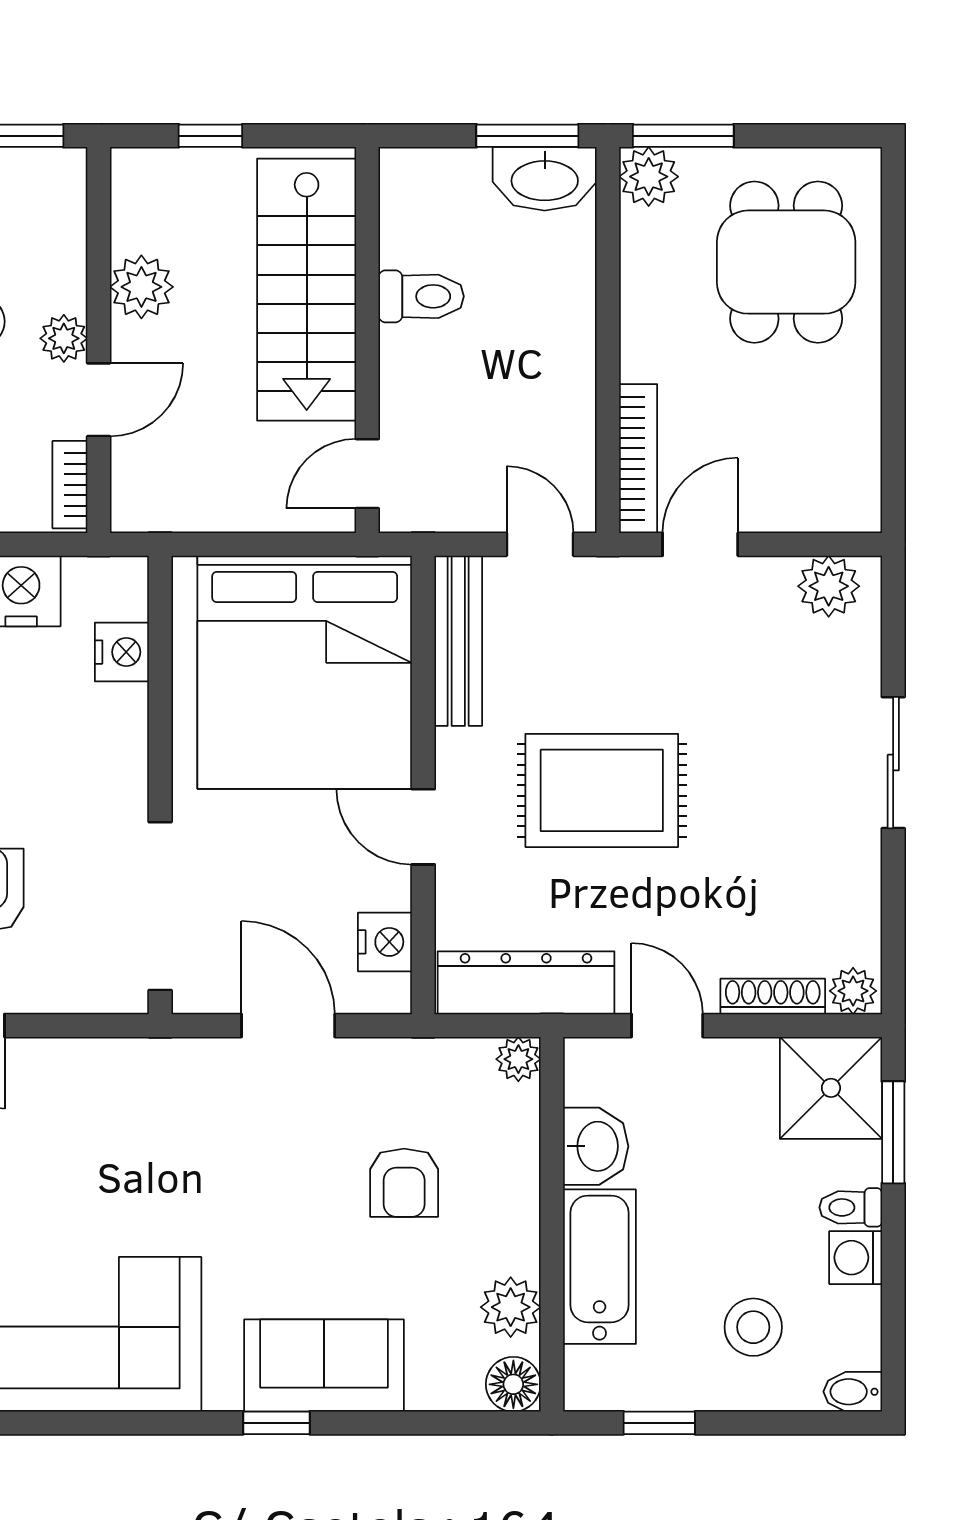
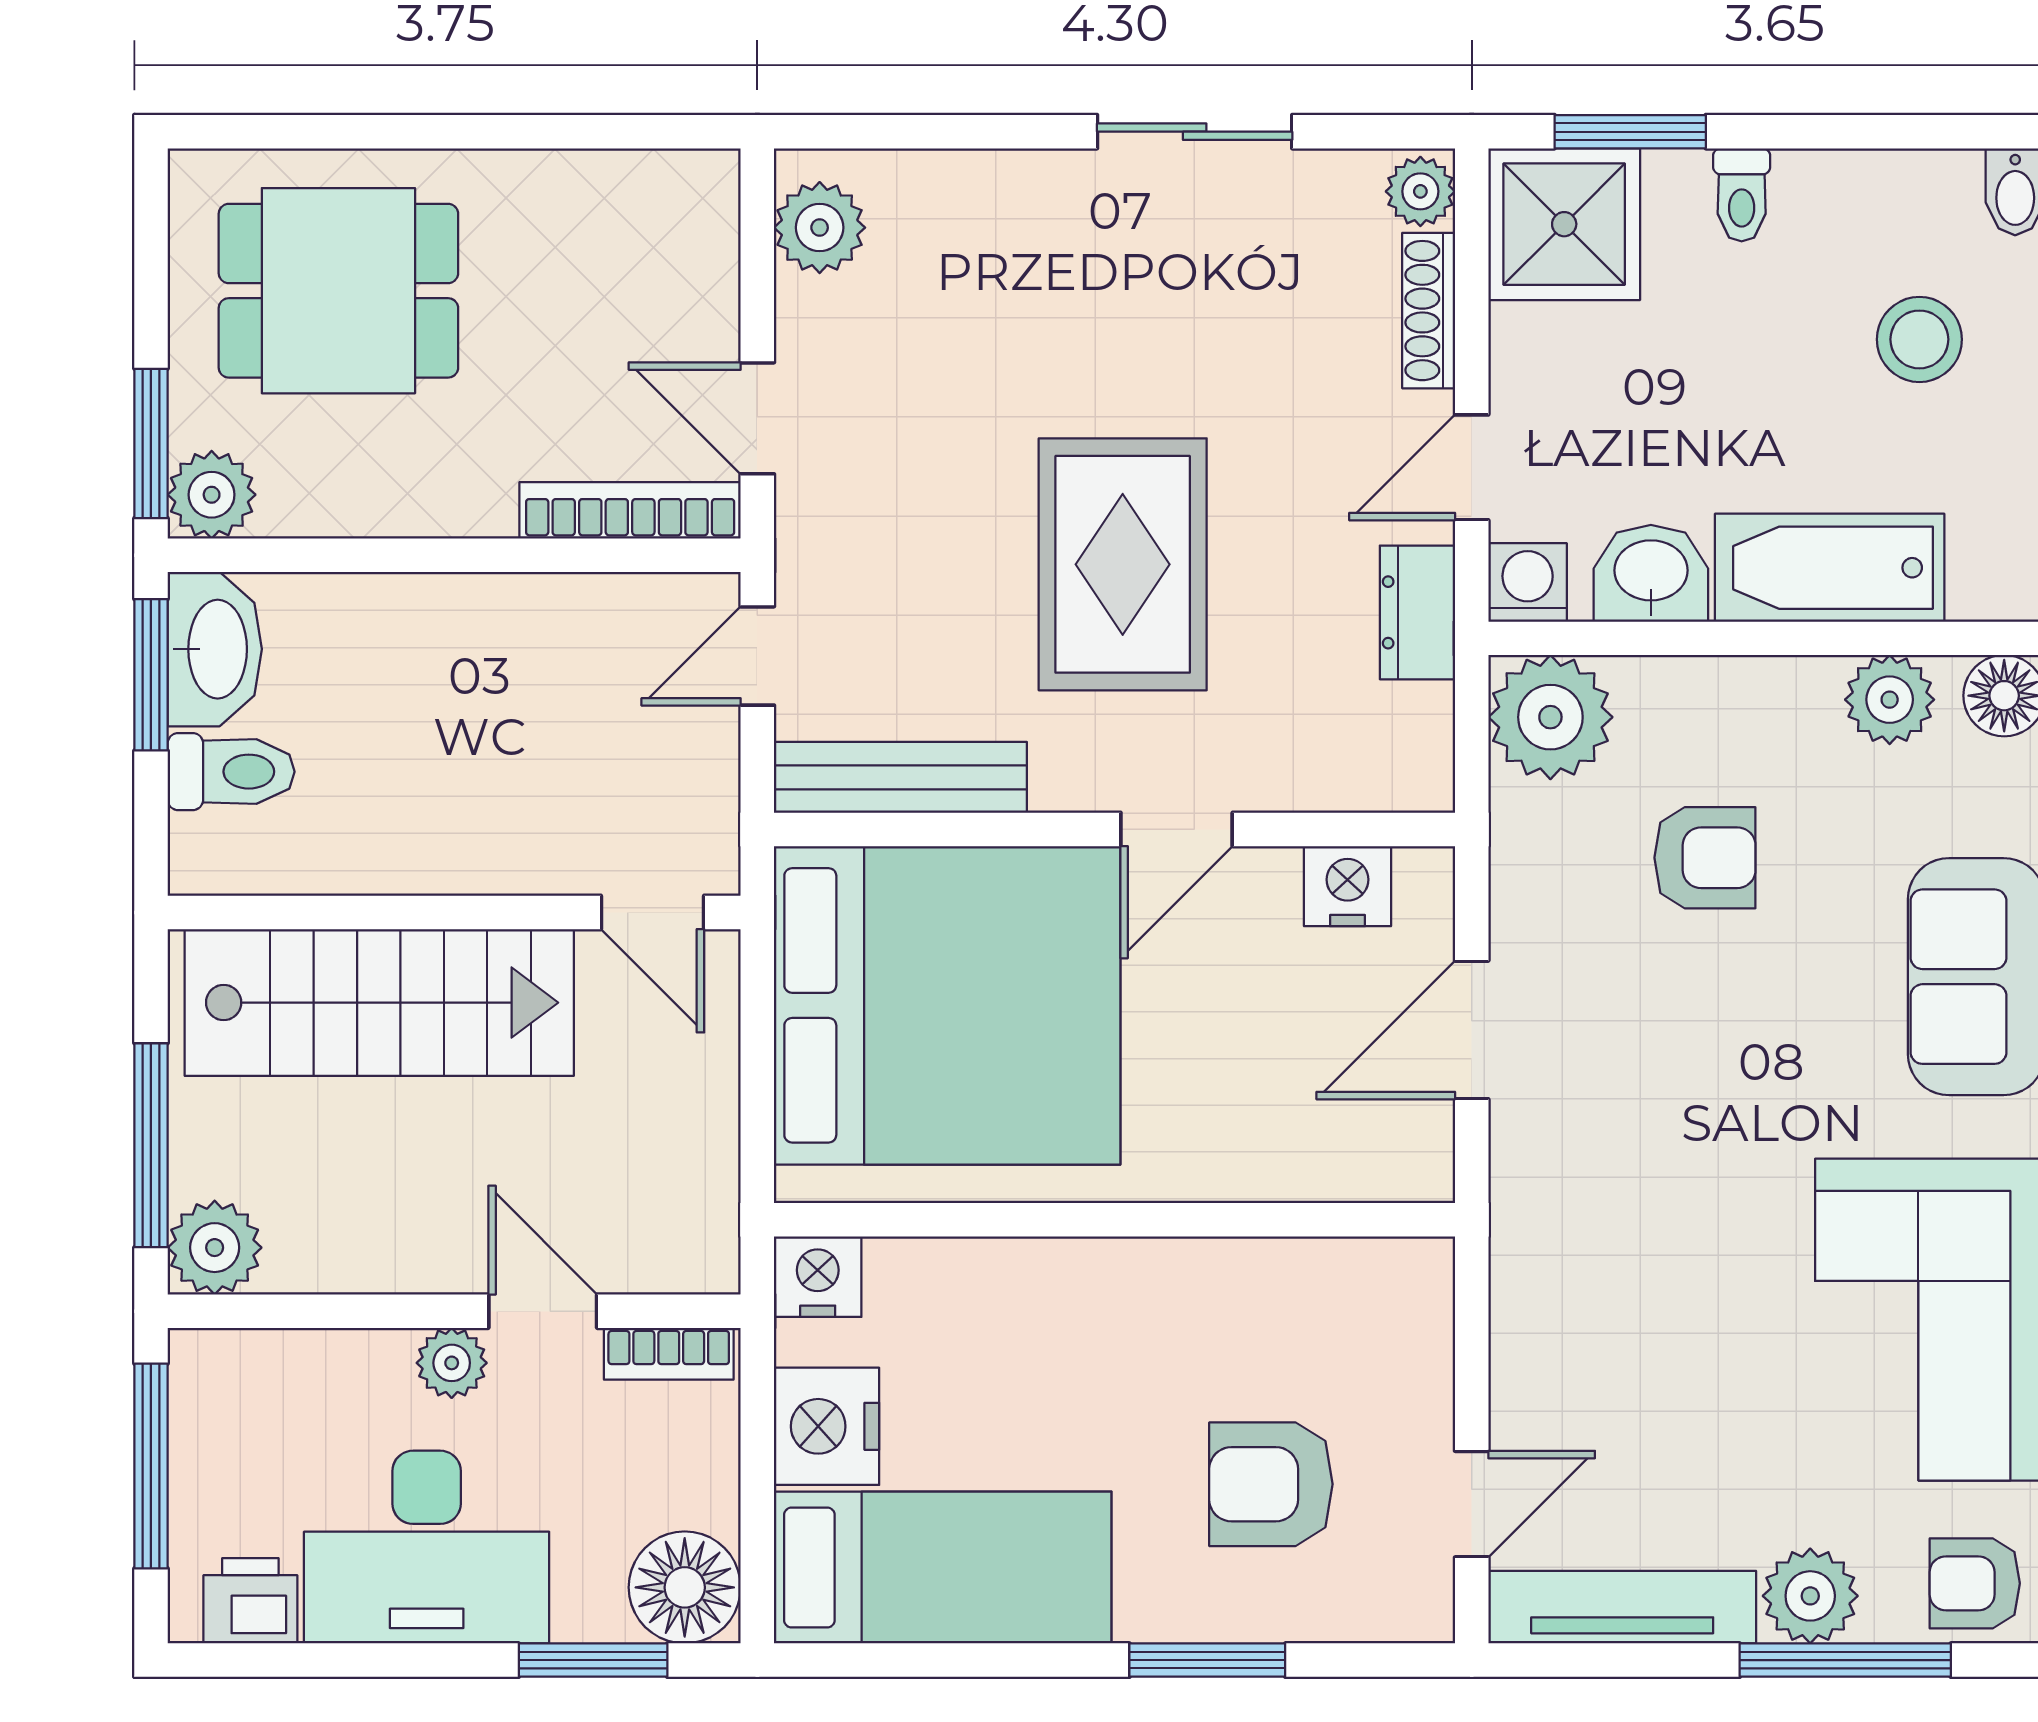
window: (210, 136) -> (151, 1145), width x2.17
plant: (141, 287) -> (215, 1248), moved
toilet: (421, 296) -> (231, 772), moved, turned 90
nightstand: (122, 652) -> (818, 1277), moved
sliding door: (893, 763) -> (1195, 132), moved
doorway: (160, 906) -> (1294, 1220), removed
dresser: (526, 983) -> (1417, 612), width x0.51, depth x0.80
plant: (518, 1059) -> (1550, 717), width x1.88, depth x1.88
washing machine: (856, 1258) -> (1528, 582), moved, turned 180

